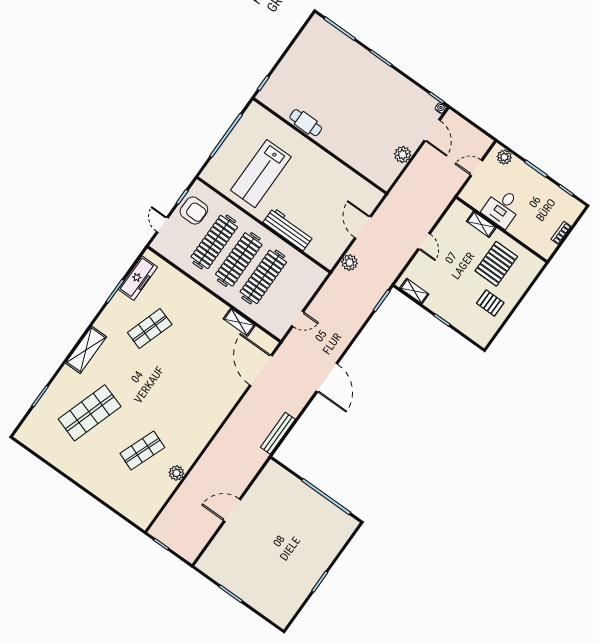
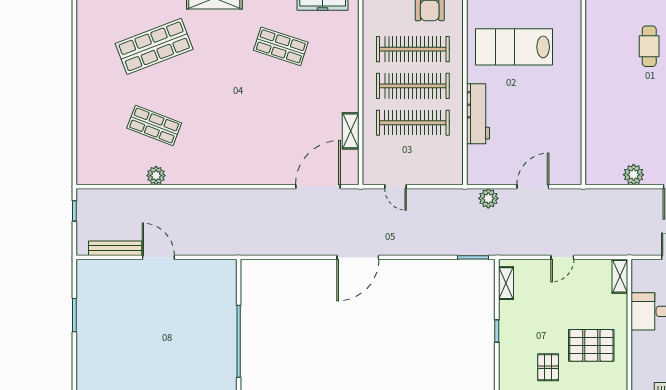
cafe table: (306, 123) -> (649, 46), moved
shelving: (481, 224) -> (620, 276), moved
shop shelf: (90, 413) -> (154, 46), turned -39
bench: (278, 433) -> (115, 248), moved

